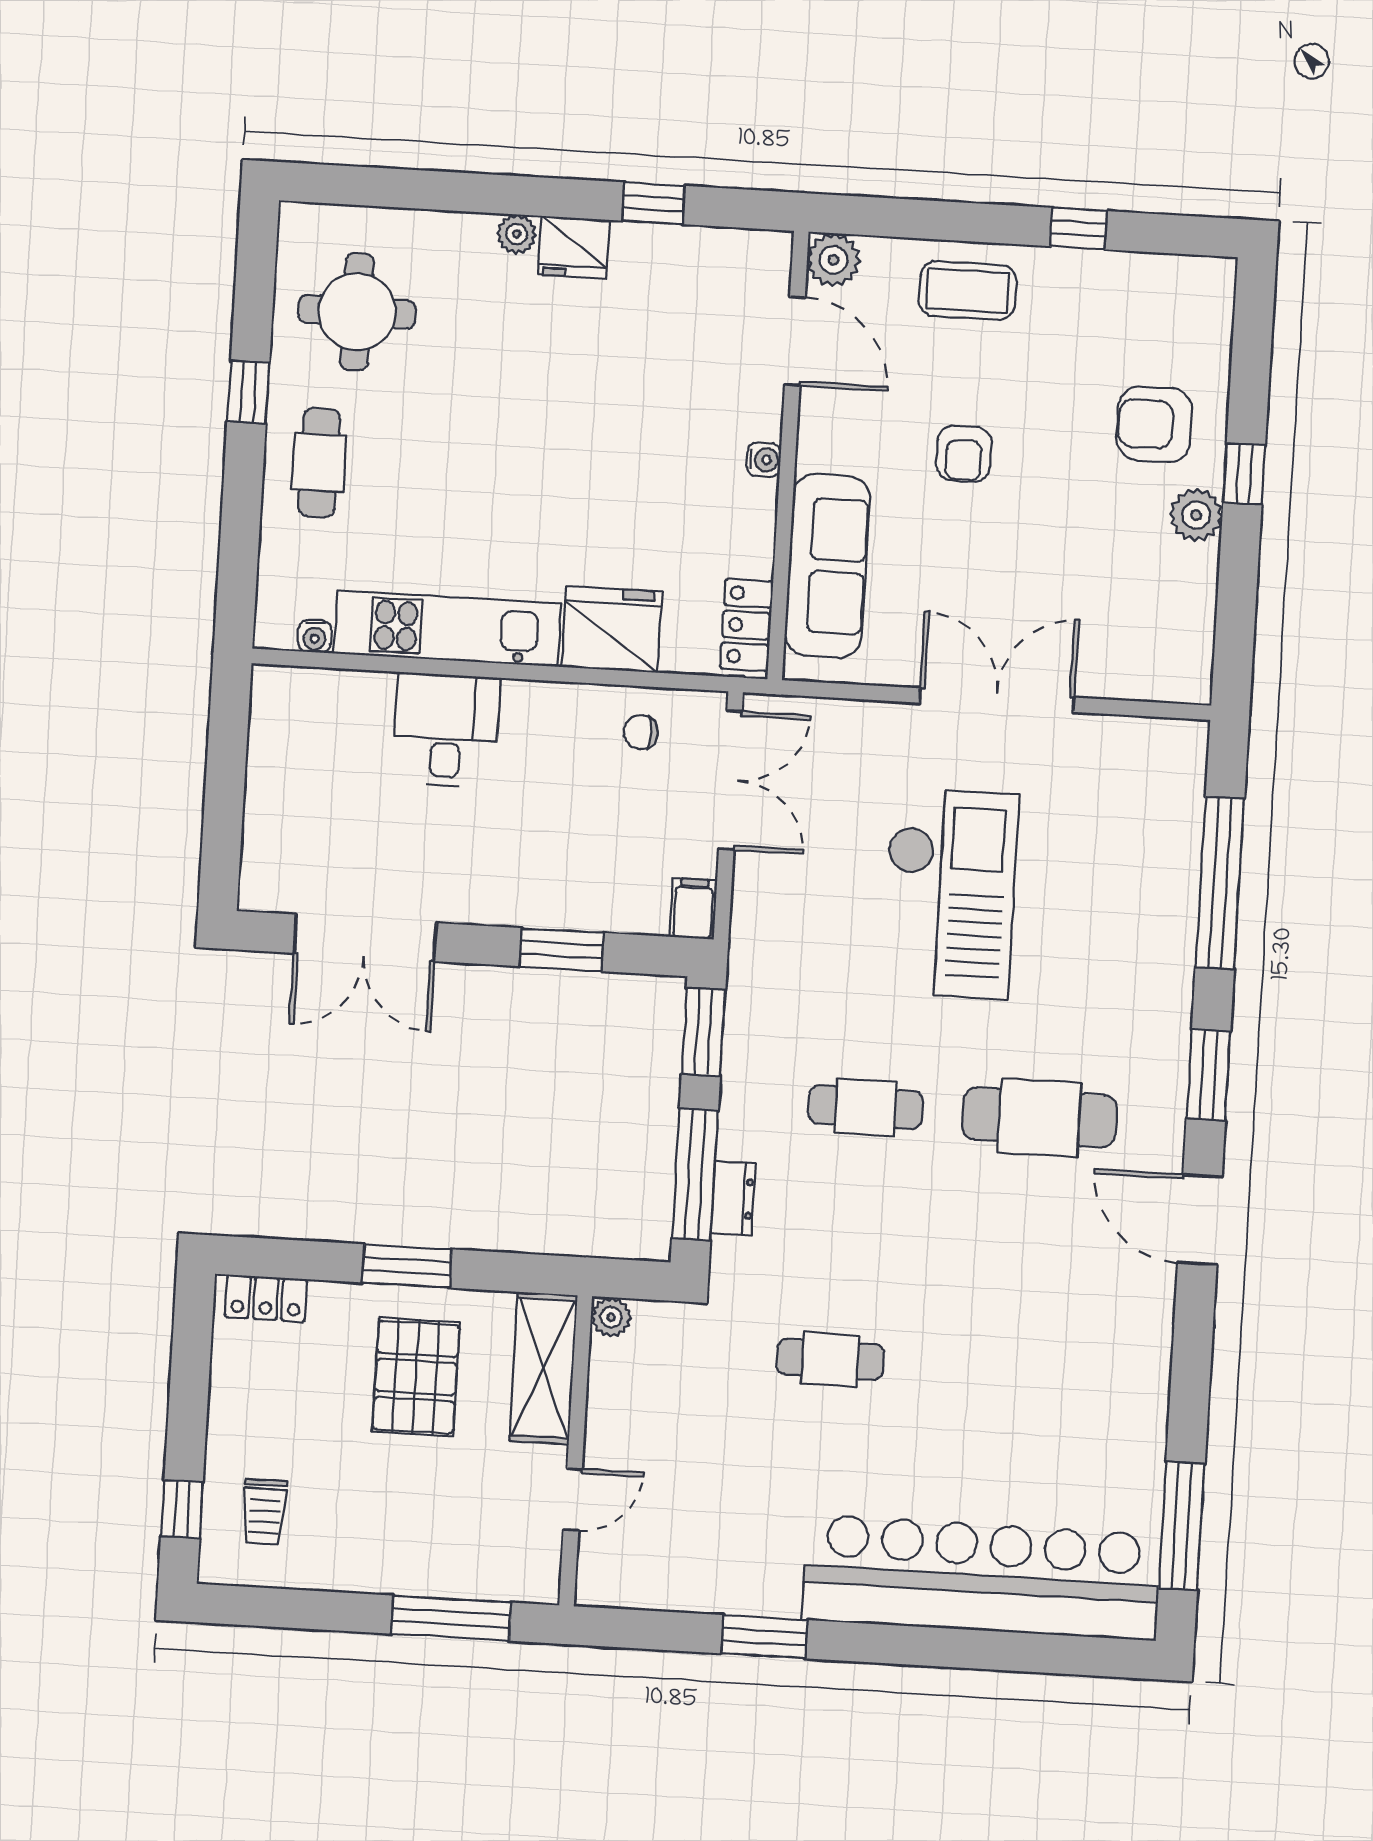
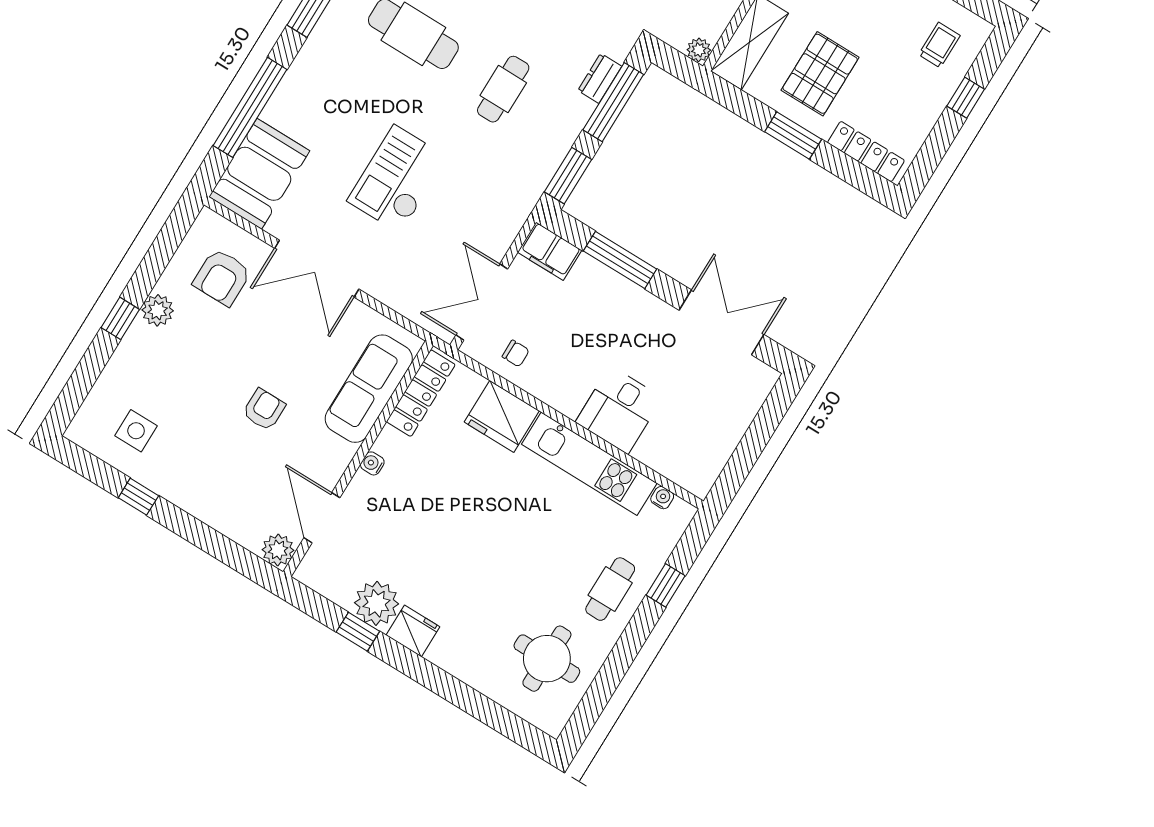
plant: (517, 234) -> (377, 603), moved, width x1.88, depth x1.88
coffee table: (967, 291) -> (215, 495), removed
side table: (1133, 323) -> (136, 431), added
window: (248, 392) -> (666, 585), moved
armchair: (1154, 424) -> (222, 277), moved, turned 90
locker: (747, 625) -> (421, 393), width x1.53
booth: (1155, 793) -> (259, 174), added
checkout: (950, 893) -> (397, 179), width x0.73, depth x0.83
filing cabinet: (693, 909) -> (550, 251), width x2.00
window: (562, 950) -> (620, 260), width x1.44
cafe table: (865, 1107) -> (503, 89), turned 90
locker: (266, 1298) -> (866, 152), width x1.53
window: (182, 1509) -> (966, 98), moved

